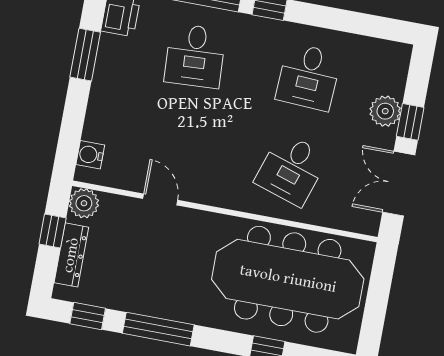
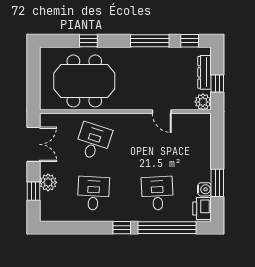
window: (410, 122) -> (33, 191), moved
water cooler: (90, 155) -> (204, 189), moved
meeting table: (288, 279) -> (84, 81), width x0.73

